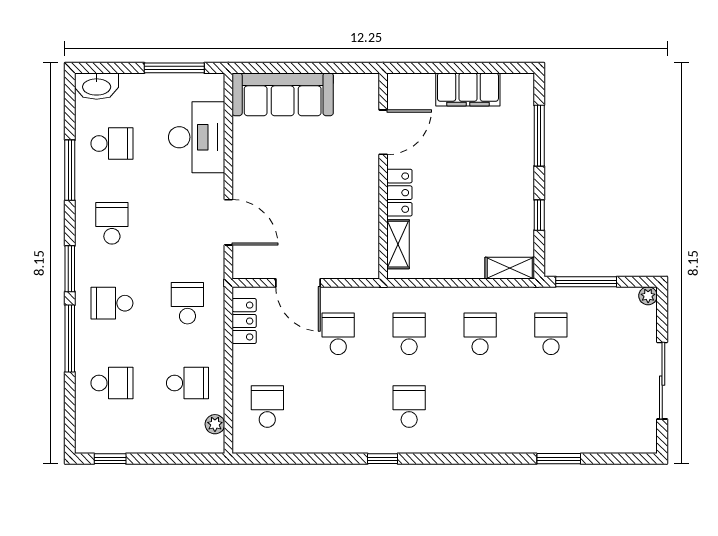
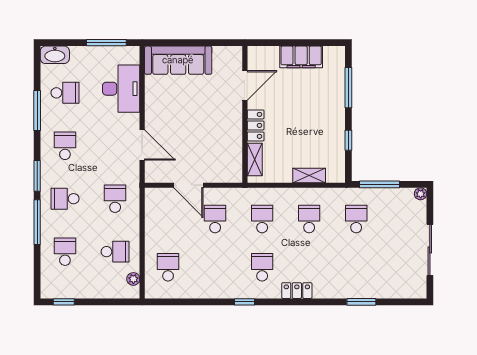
shelving: (510, 268) -> (309, 175), moved
locker: (244, 321) -> (297, 291), moved, turned -90
school desk: (112, 383) -> (65, 252), turned -90

